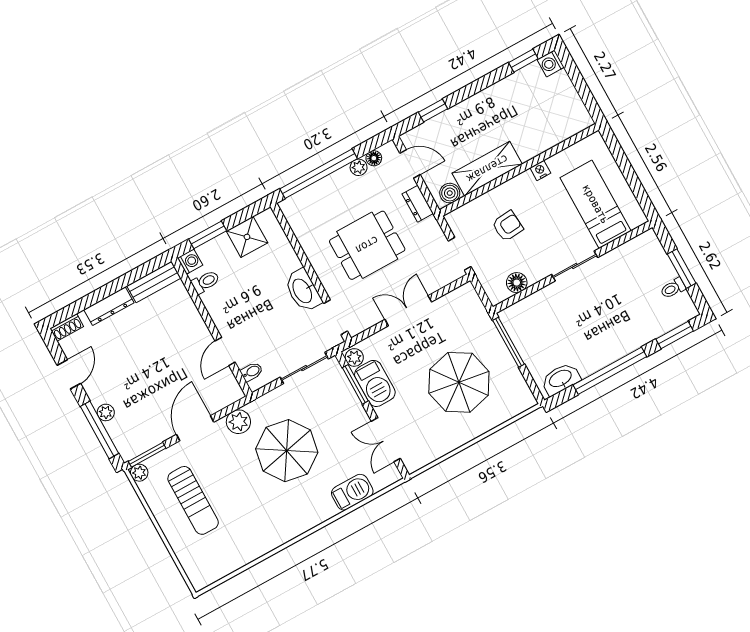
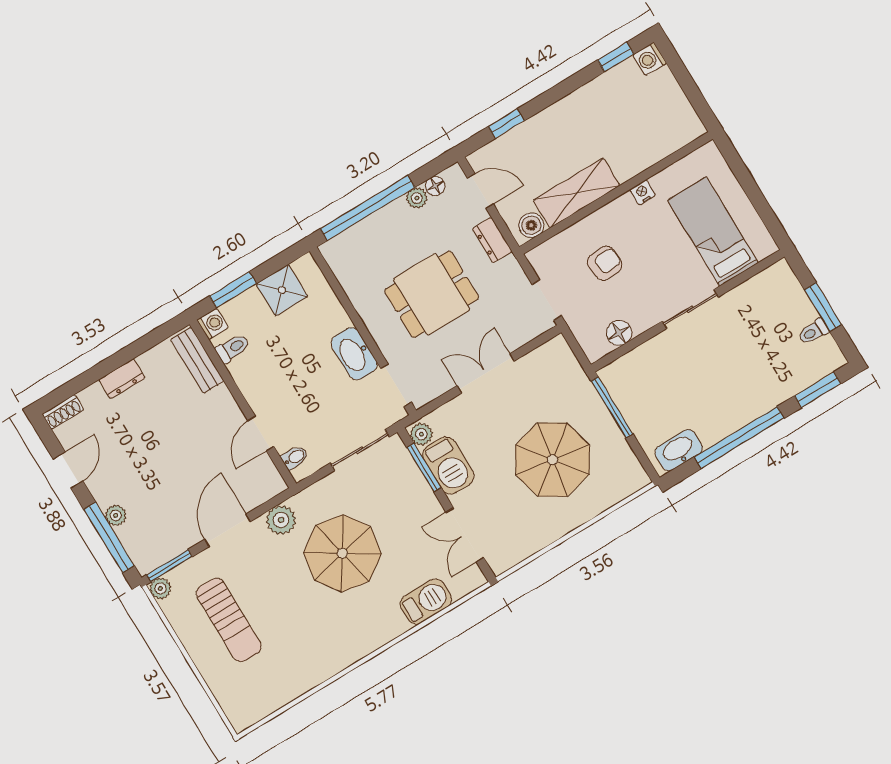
bench: (154, 282) -> (197, 360), moved, turned 90
dresser: (109, 306) -> (122, 379), width x0.70

